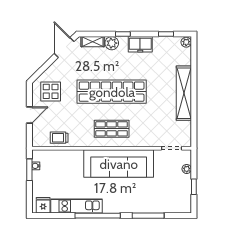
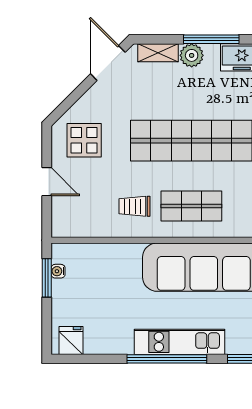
window: (123, 34) -> (211, 39), width x2.17
door: (29, 115) -> (47, 182), hinge flipped
trolley: (59, 138) -> (135, 206), moved
kitchen unit: (76, 206) -> (180, 342), moved

